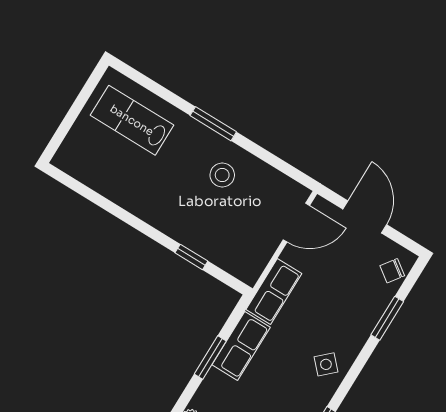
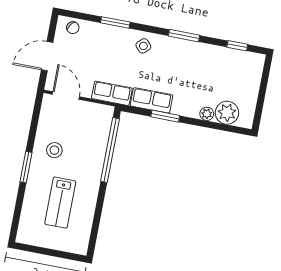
lab bench: (132, 120) -> (60, 203), moved
window: (191, 257) -> (110, 150), width x3.17
window: (387, 318) -> (115, 22), moved

